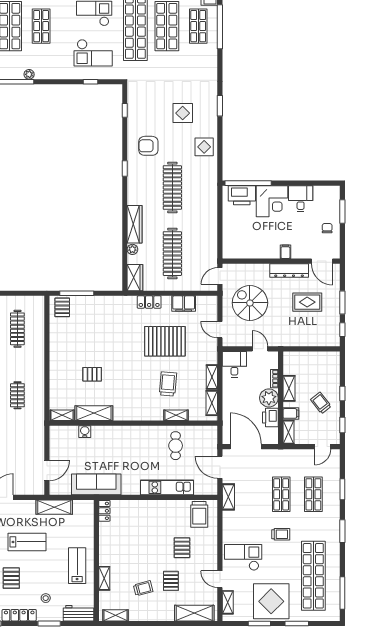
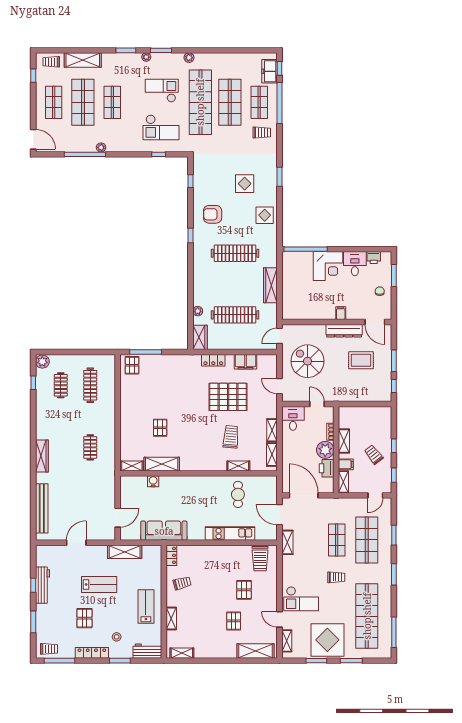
trolley: (201, 58) -> (262, 133), added
clothes rail: (172, 187) -> (235, 253), turned 90
printer: (242, 195) -> (374, 258), moved, width x0.53, depth x0.68
wardrobe: (135, 224) -> (270, 285), moved, turned 180
clothes rail: (172, 254) -> (235, 315), turned 90
pallet: (92, 374) -> (160, 428), turned 90
shop shelf: (313, 494) -> (367, 540), width x1.43, depth x1.36
checkout: (243, 557) -> (301, 599), turned 180
trolley: (143, 588) -> (182, 583), moved

